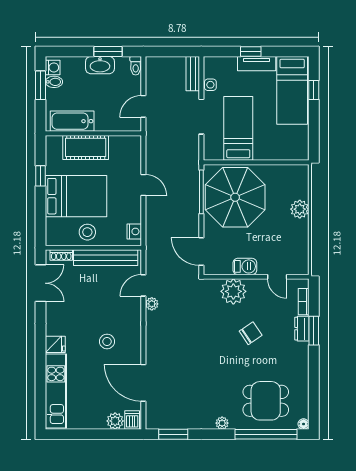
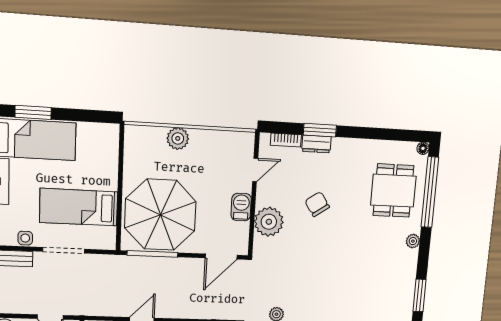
window: (314, 90) -> (33, 112), width x1.50

